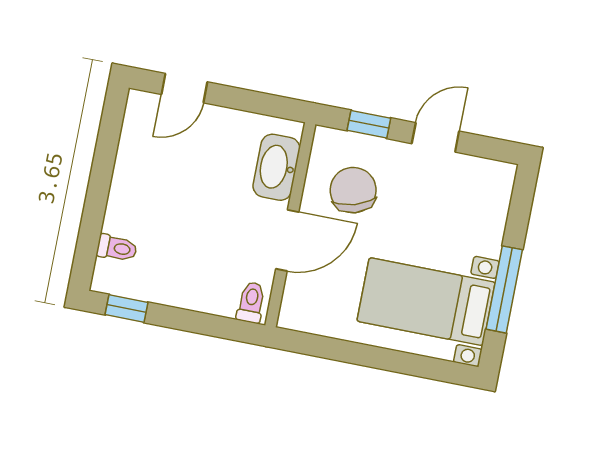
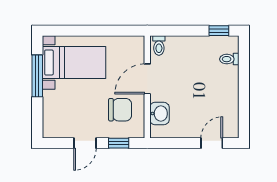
washbasin: (276, 167) -> (159, 114), width x0.72
chair: (353, 190) -> (120, 110), turned -73

